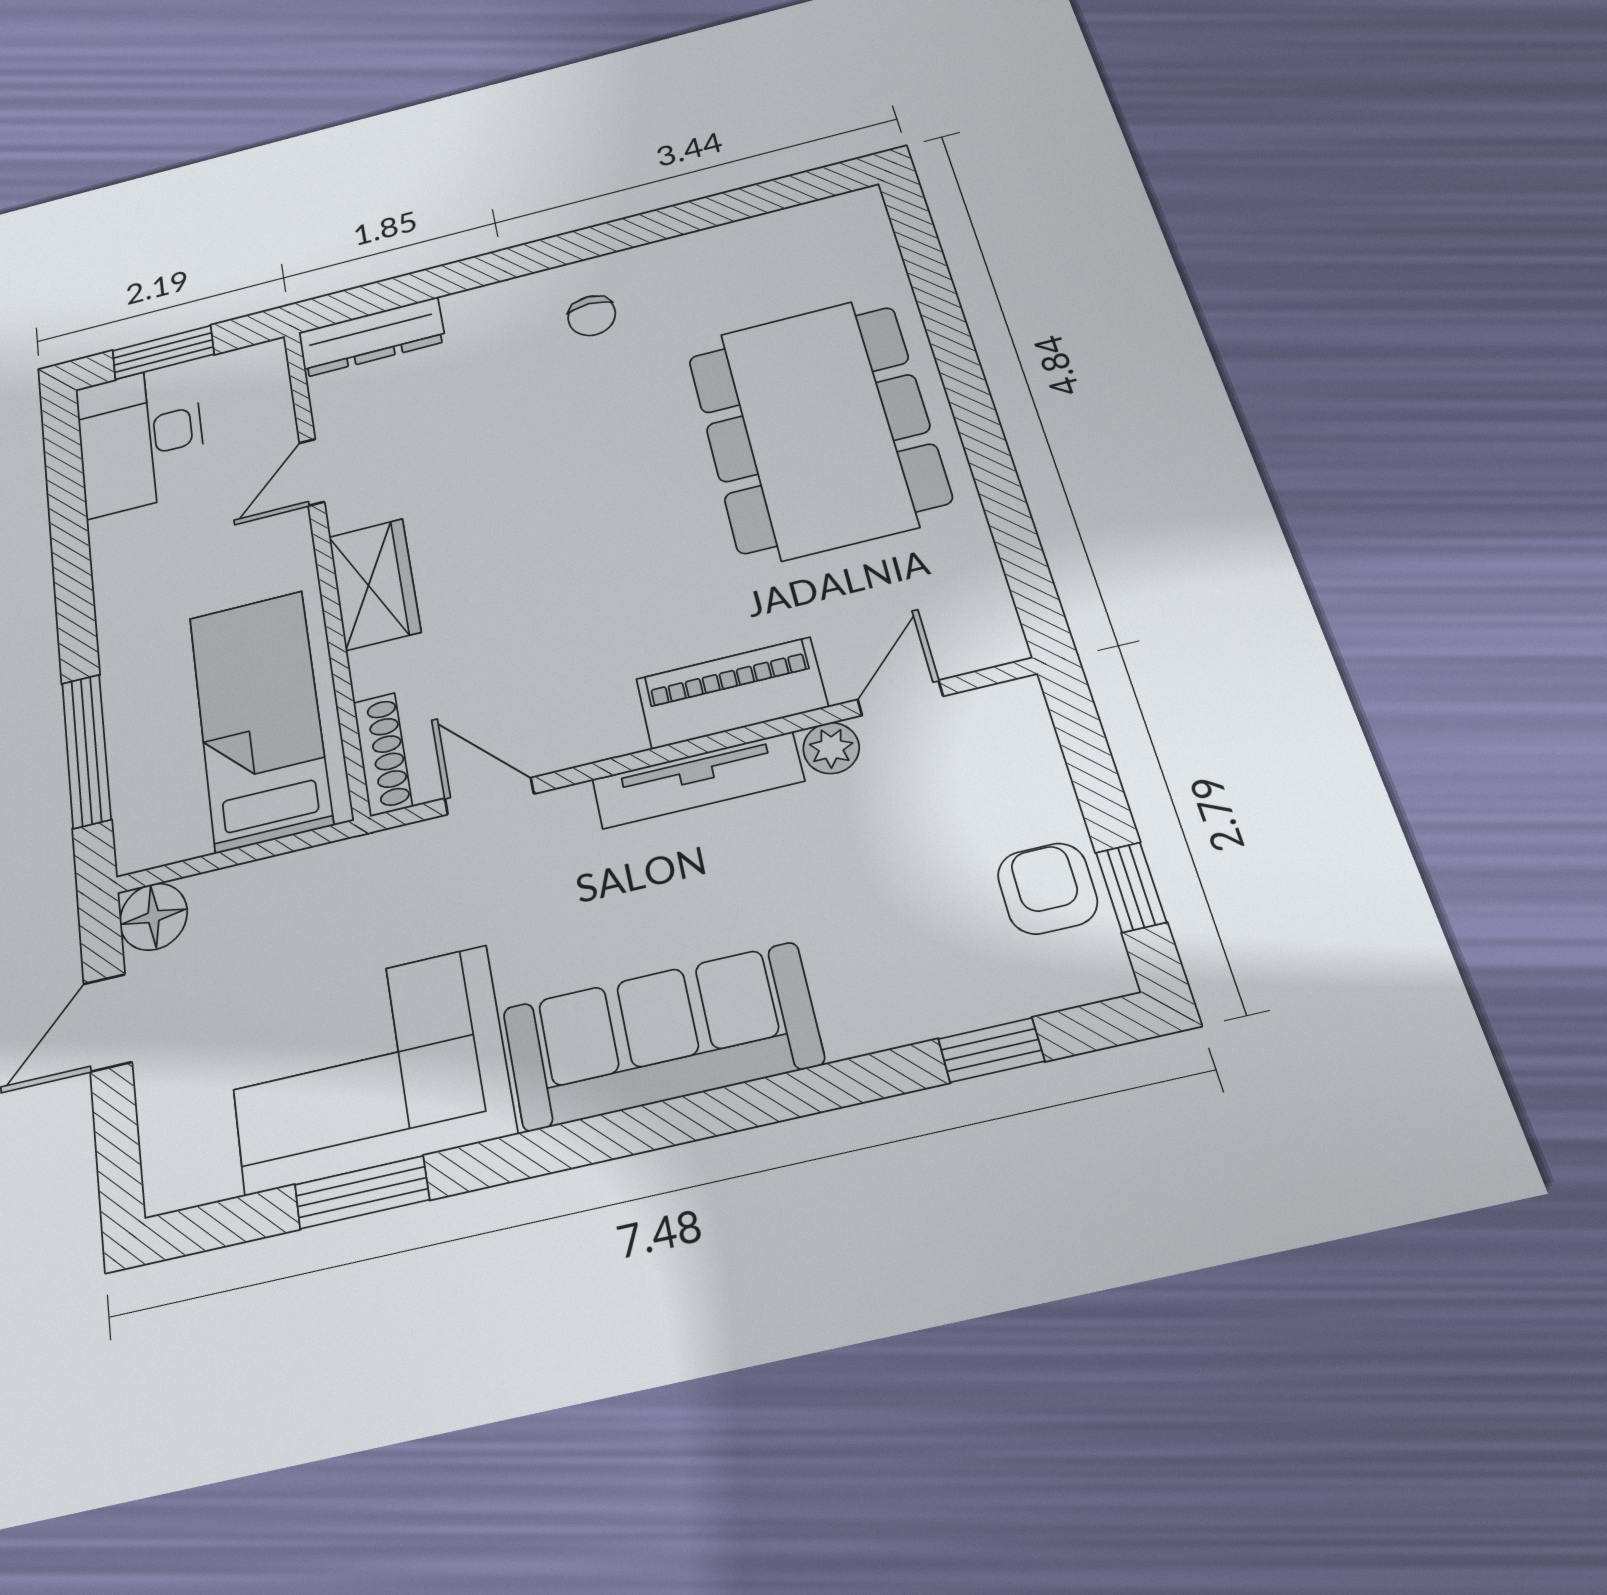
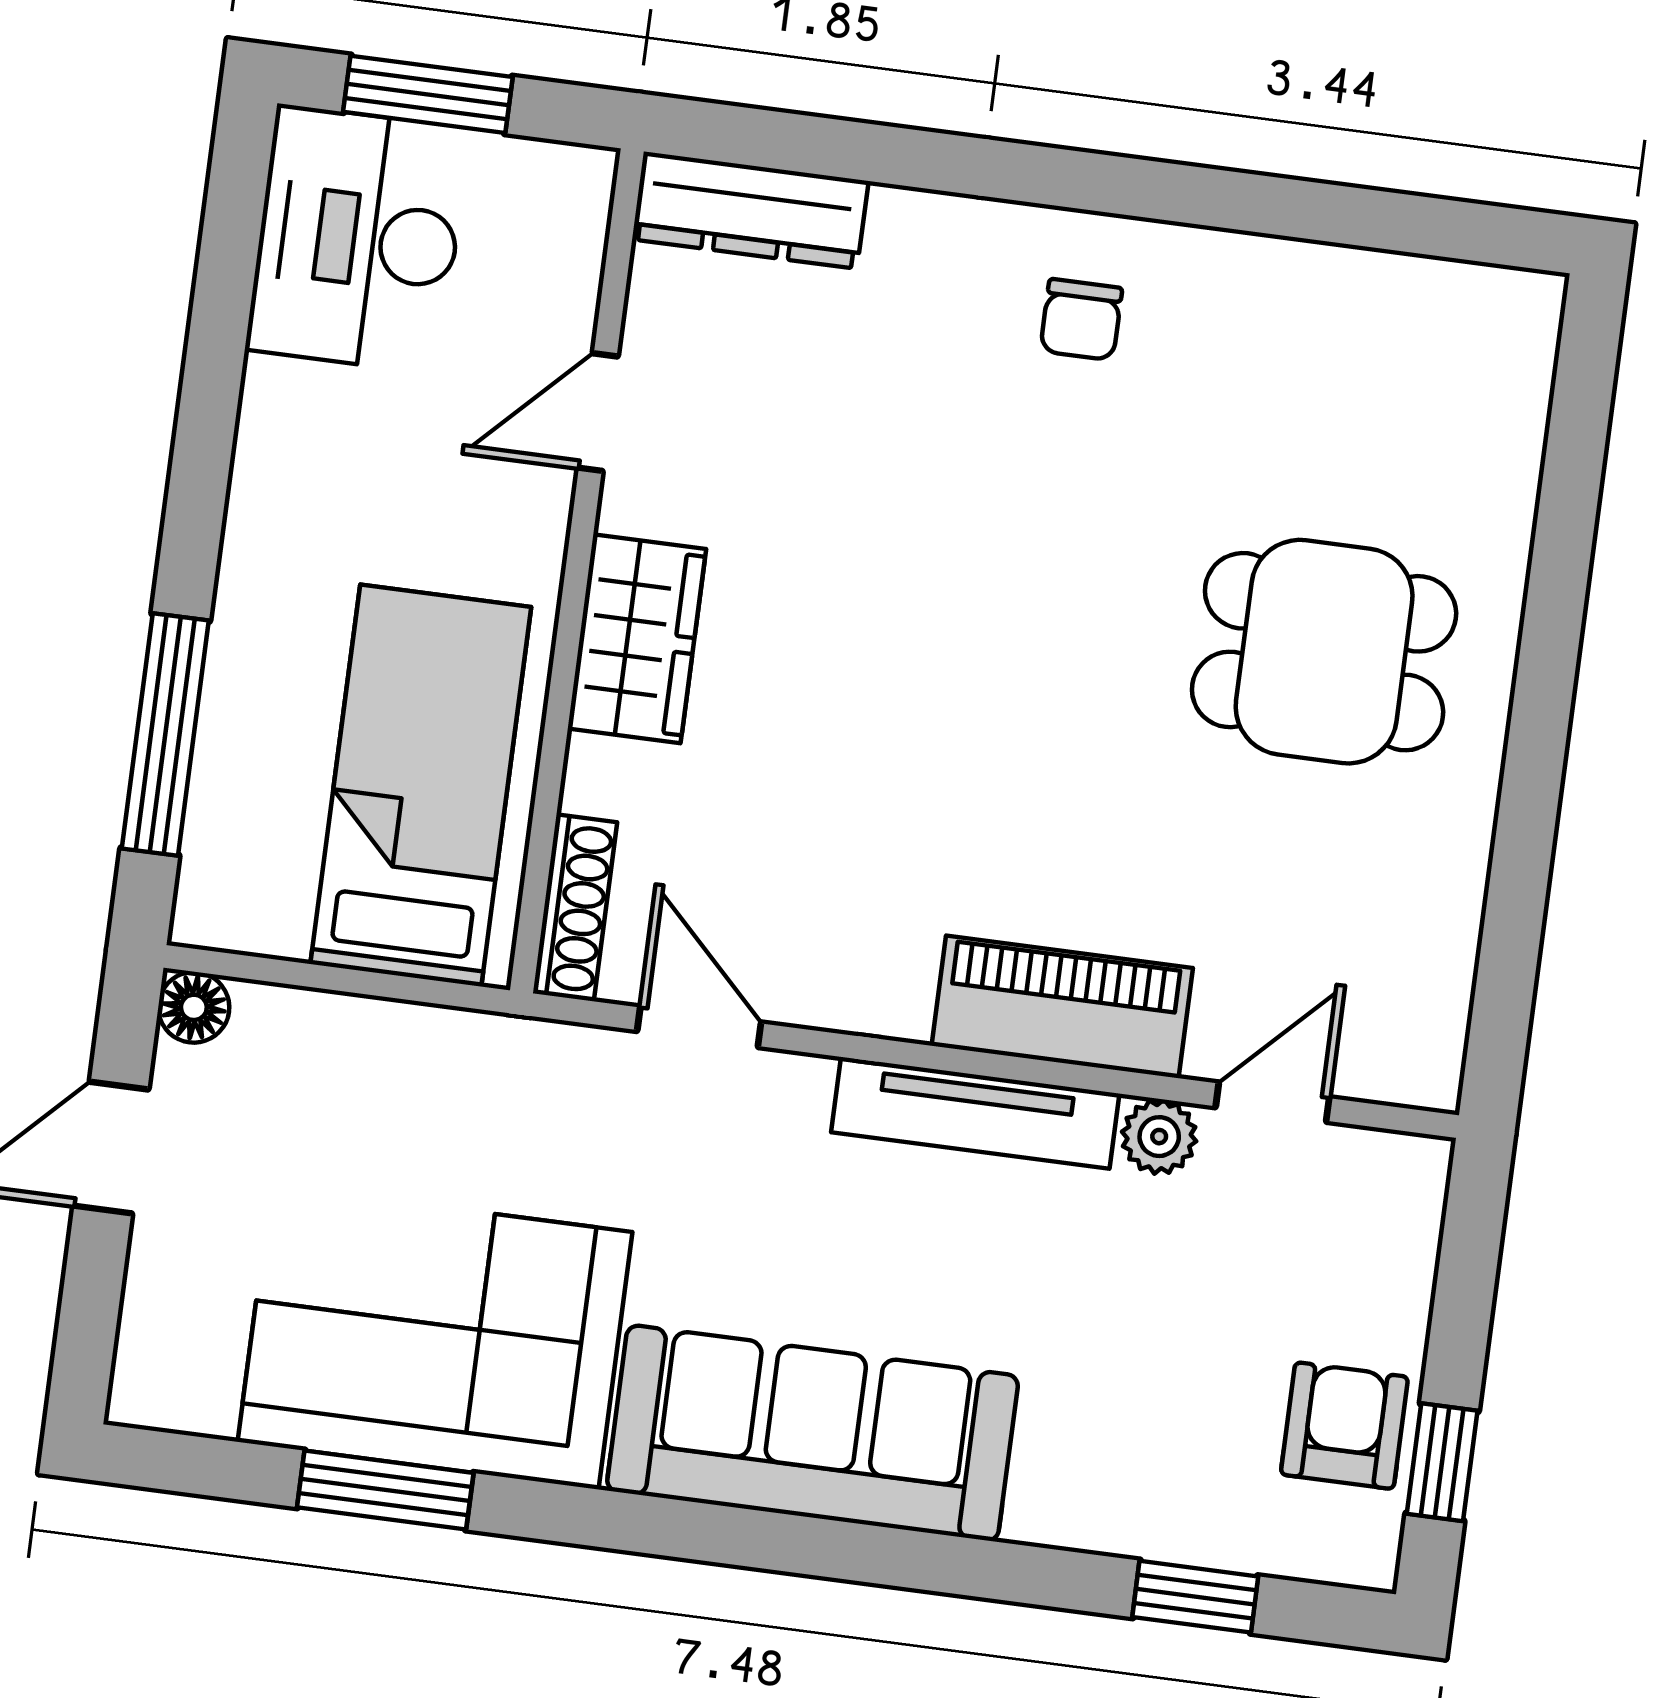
dining table: (817, 428) -> (1324, 652), width x0.53, depth x0.80
floor lamp: (153, 917) -> (194, 1007), width x0.73, depth x0.73

